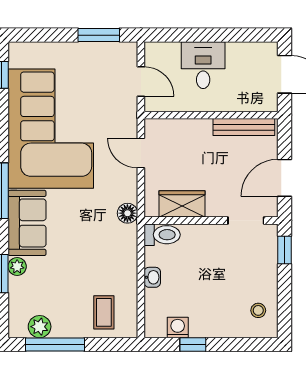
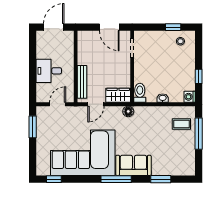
bench: (244, 127) -> (82, 82), moved
wardrobe: (182, 204) -> (118, 95), moved, turned 90
window: (285, 250) -> (173, 27), moved
plant: (17, 267) -> (157, 171), removed
plant: (40, 327) -> (189, 159), removed
washing machine: (178, 328) -> (190, 97), moved
window: (55, 344) -> (199, 134), moved

